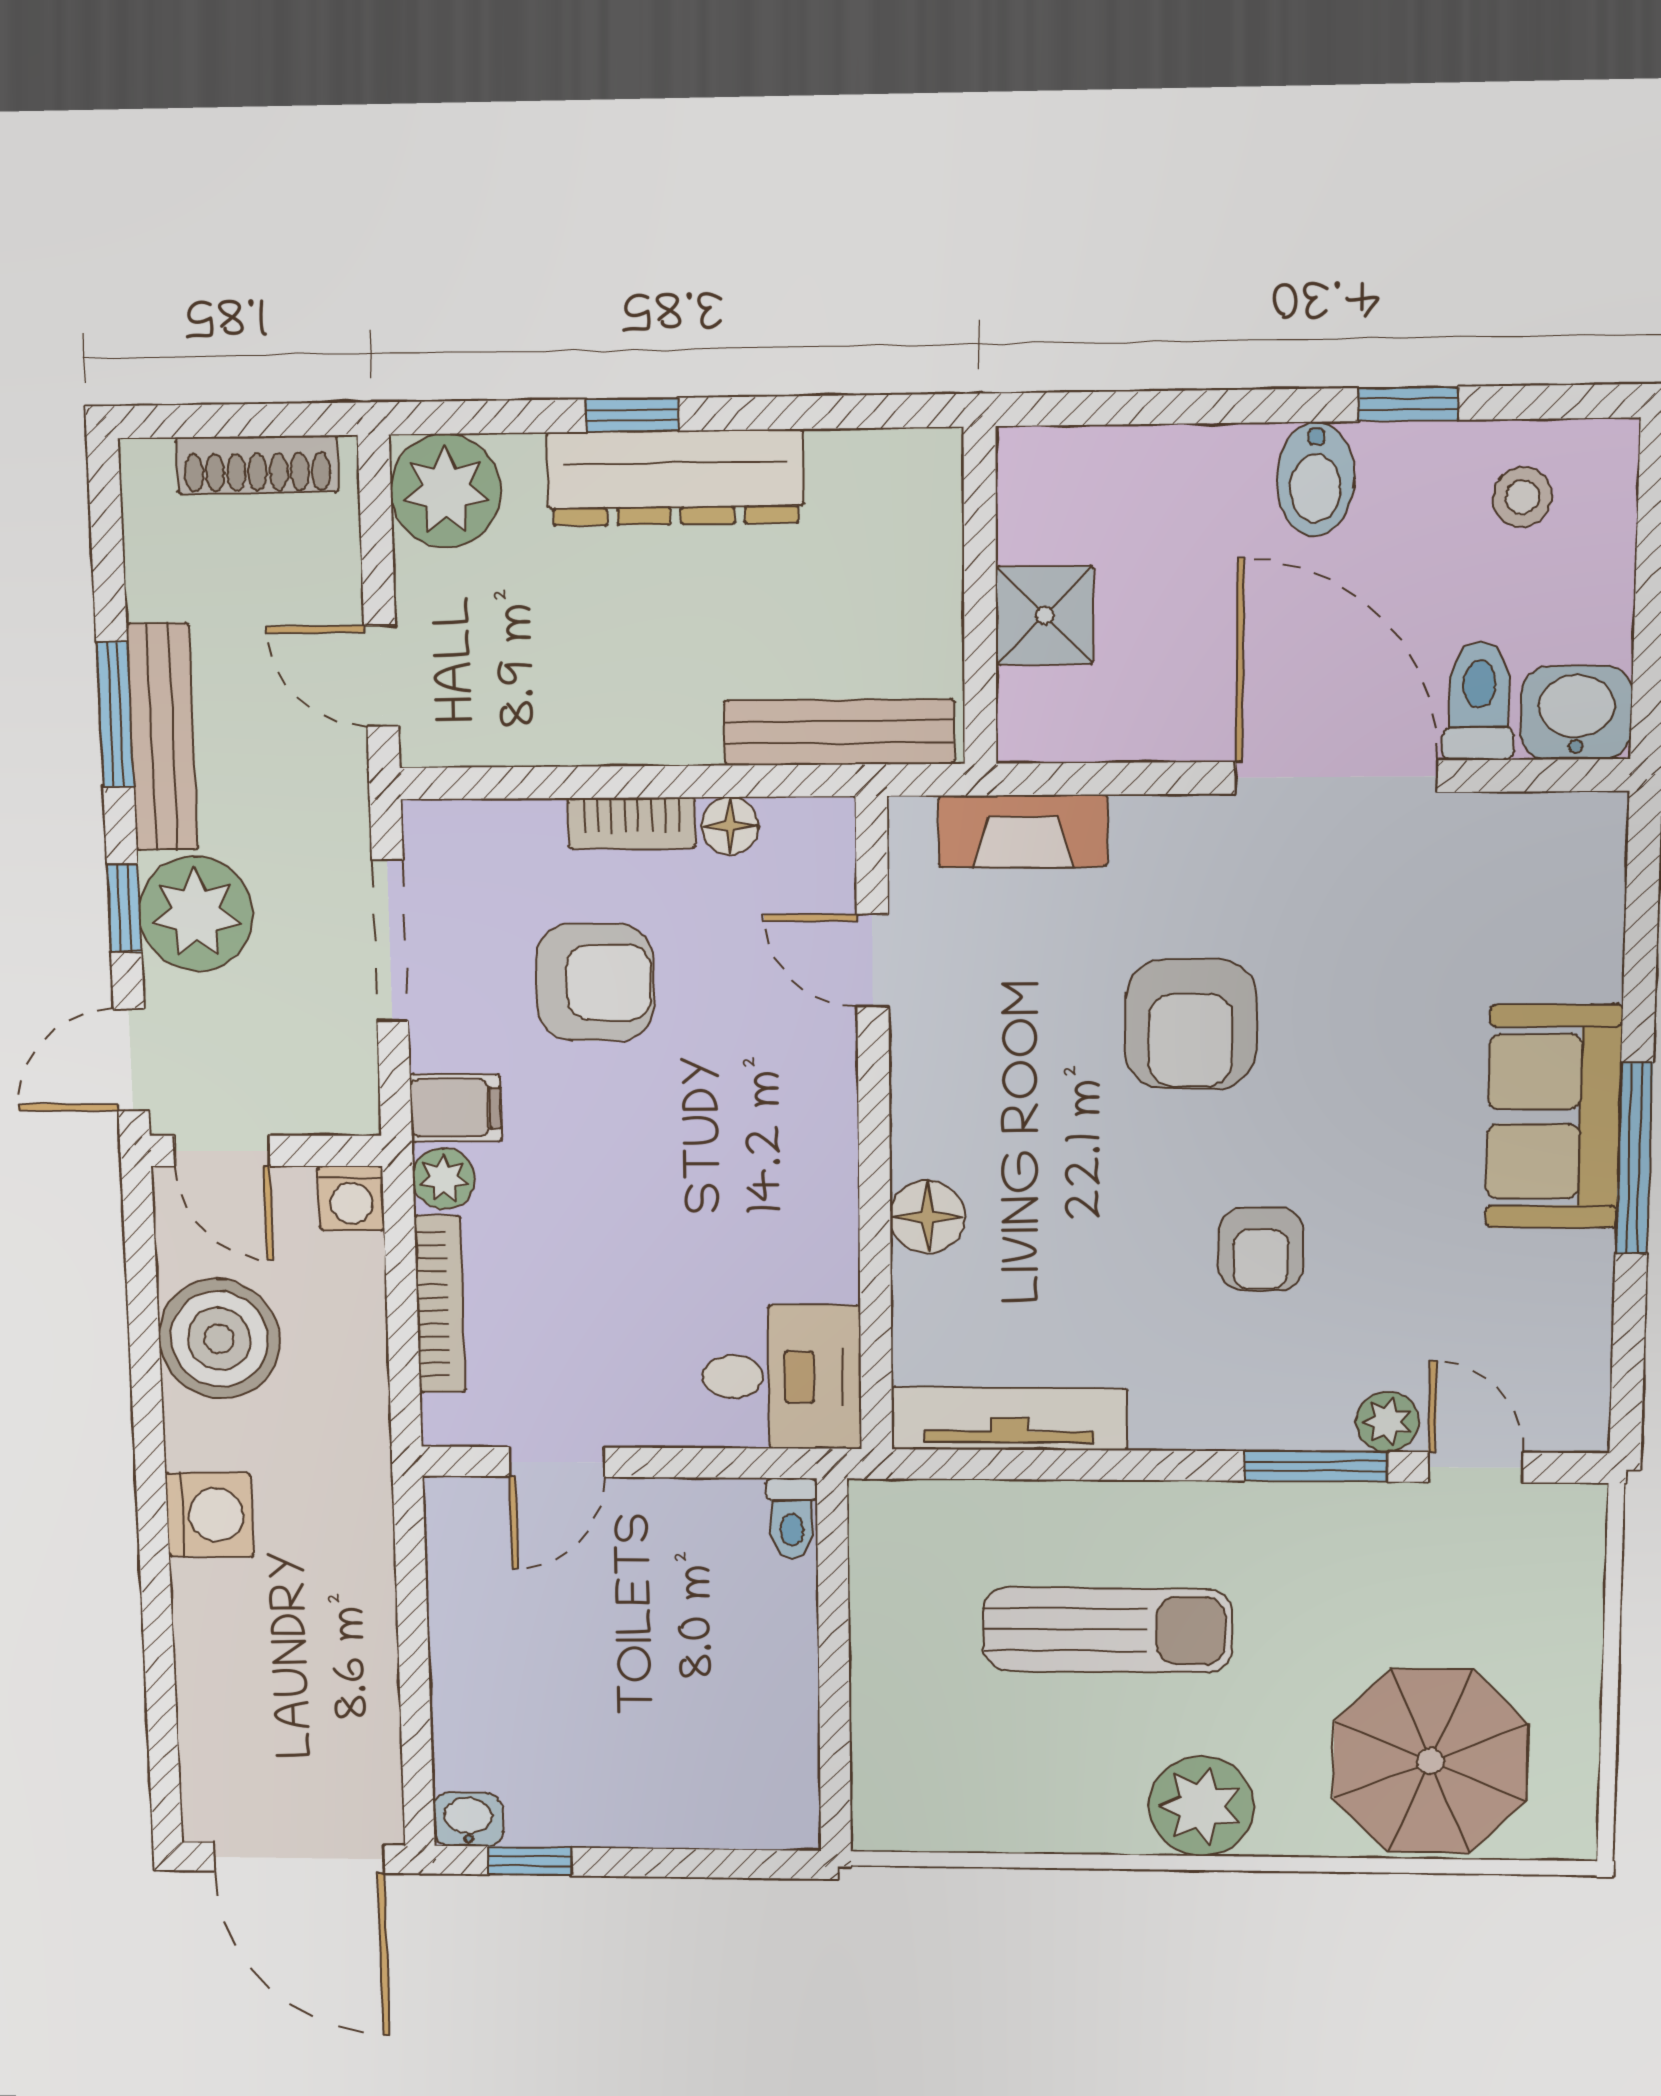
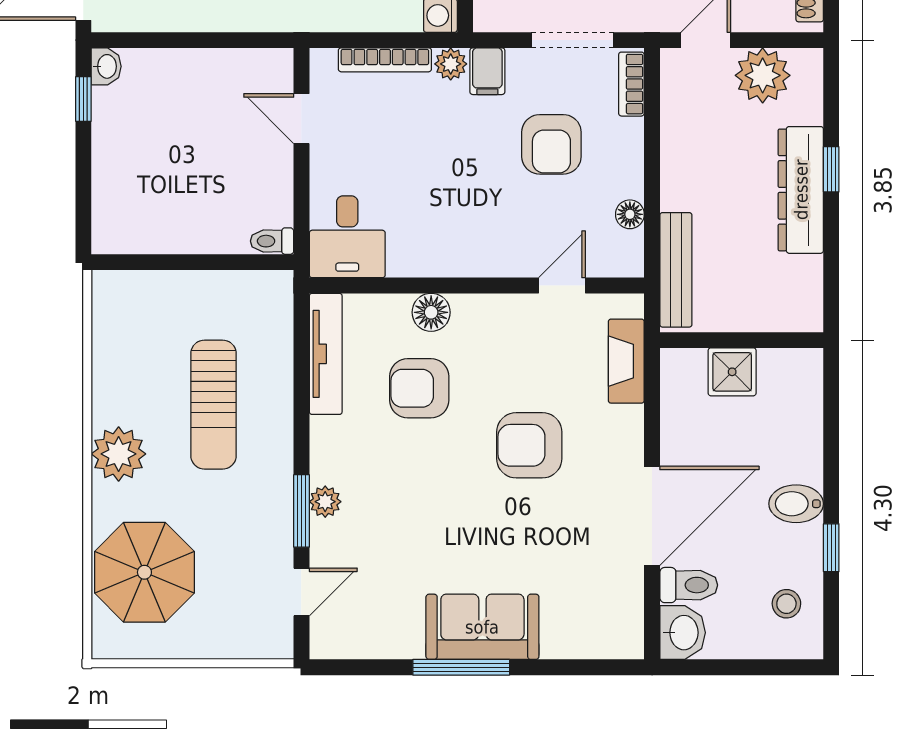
plant: (446, 491) -> (763, 75), moved
bookcase: (632, 823) -> (631, 84), moved
armchair: (1261, 1249) -> (419, 388), moved, width x1.38, depth x1.38
plant: (1387, 1422) -> (325, 502), moved

